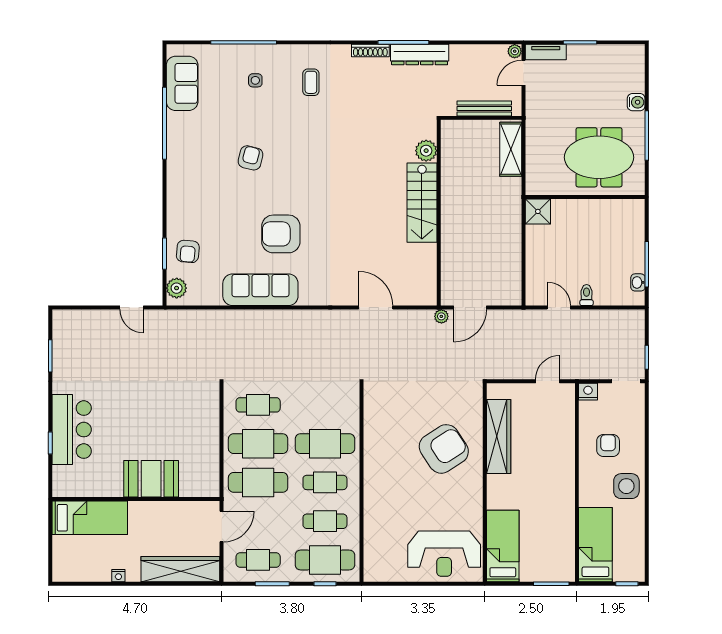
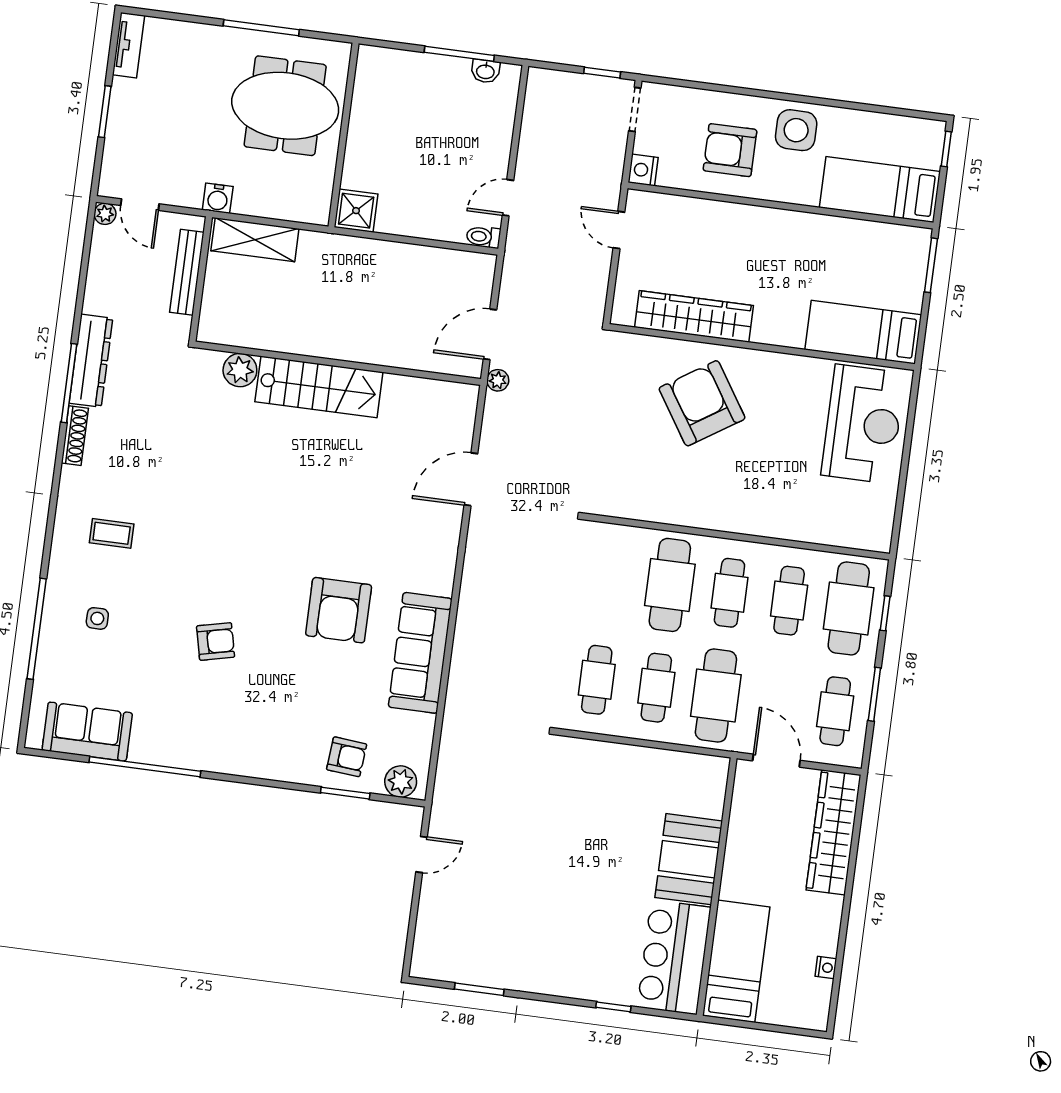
tv unit: (546, 52) -> (129, 45), moved
water cooler: (636, 102) -> (218, 198), moved, turned 180
meeting table: (599, 157) -> (285, 106), turned 90
armchair: (250, 158) -> (216, 642), turned 153
toilet: (587, 295) -> (483, 237), moved
door: (470, 308) -> (490, 334), swing flipped
bar counter: (72, 430) -> (674, 957), moved, turned -90
cafe table: (258, 444) -> (656, 688), width x0.73, depth x0.74
armchair: (608, 445) -> (730, 150), width x1.38, depth x1.38
nightstand: (118, 576) -> (826, 968), moved

